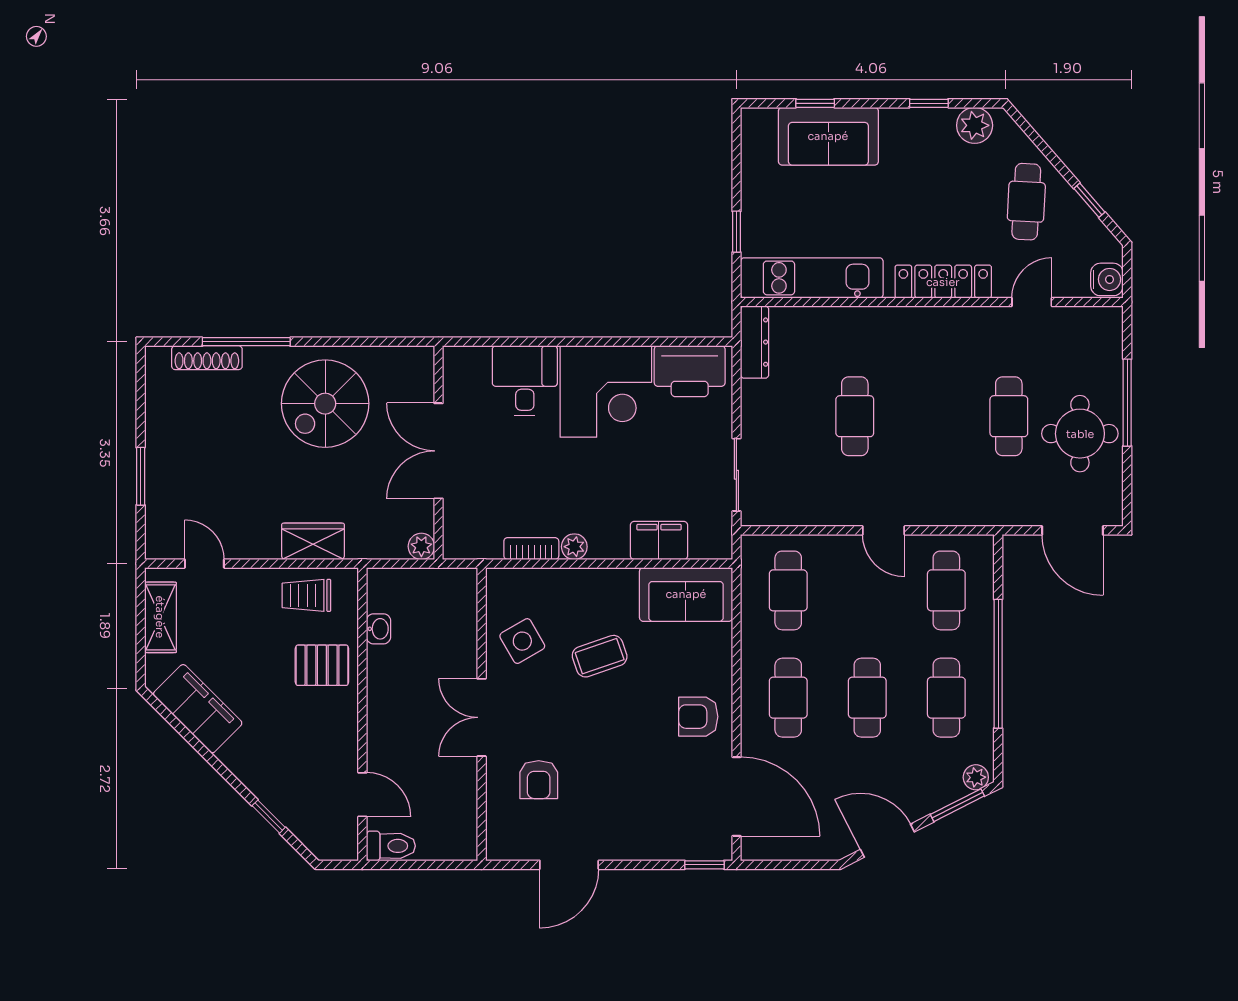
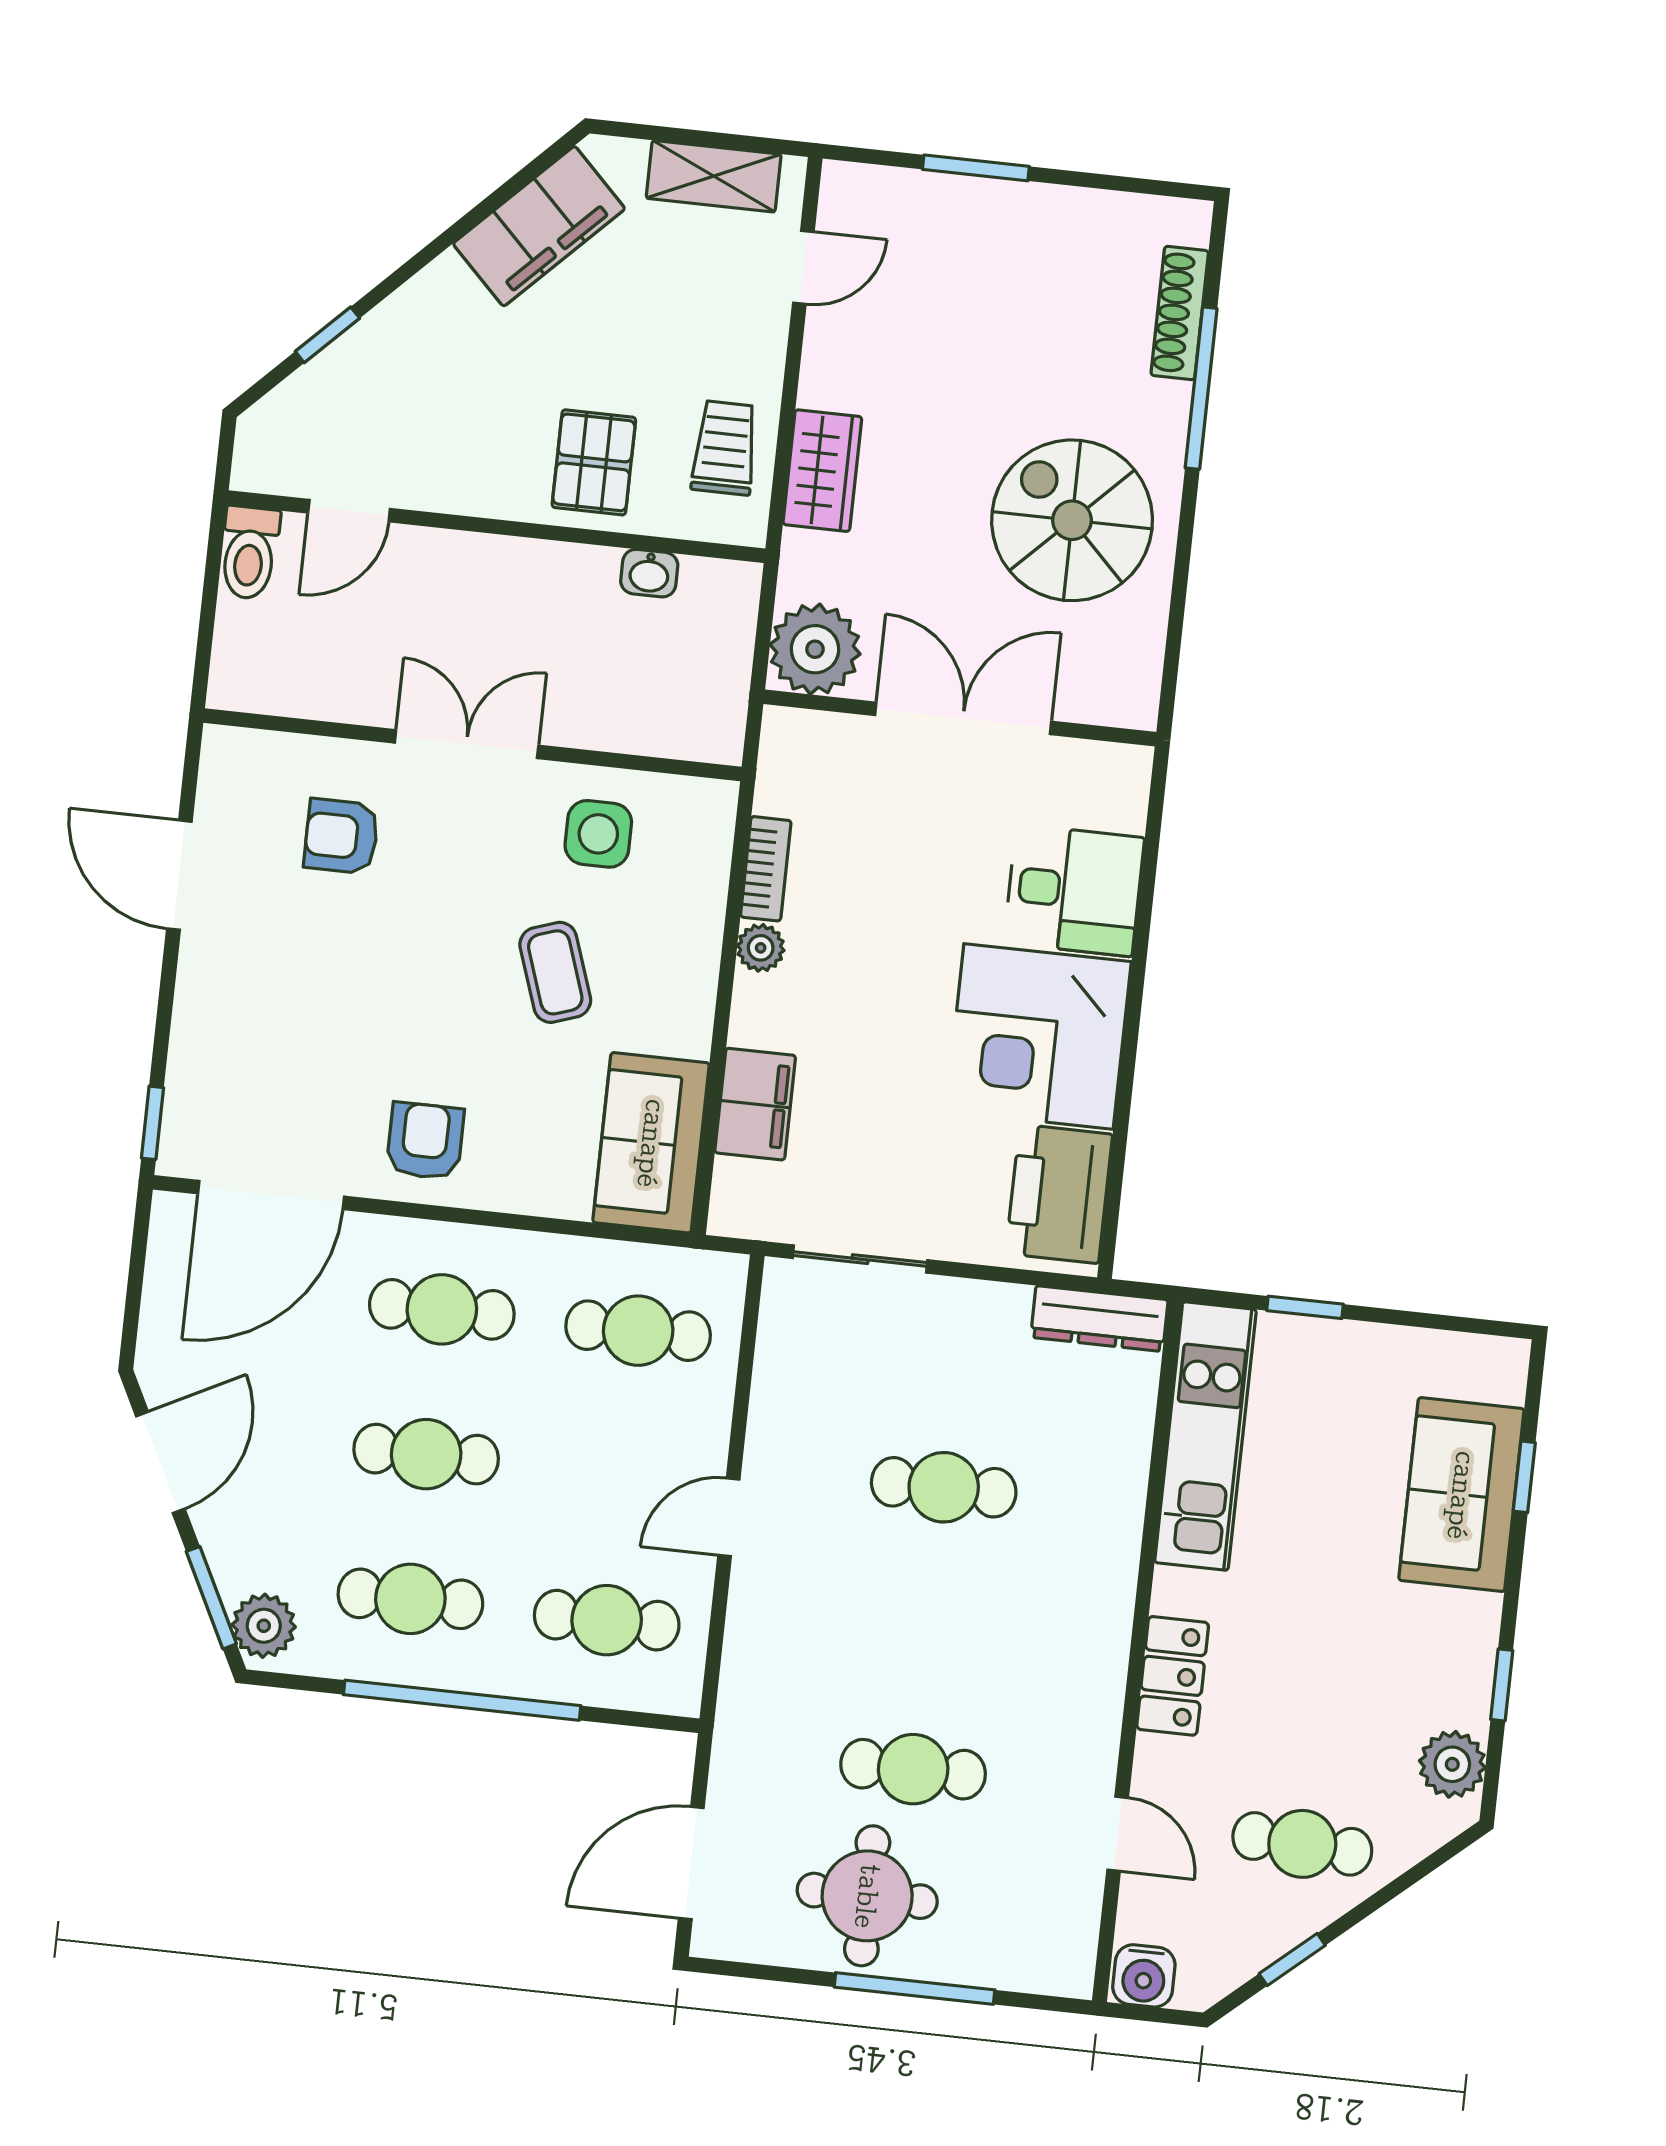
locker: (943, 282) -> (1173, 1676), width x0.66
plant: (421, 546) -> (815, 649), width x1.87, depth x1.87
side table: (522, 641) -> (598, 834), turned 30
plant: (976, 777) -> (264, 1626), width x1.38, depth x1.38

